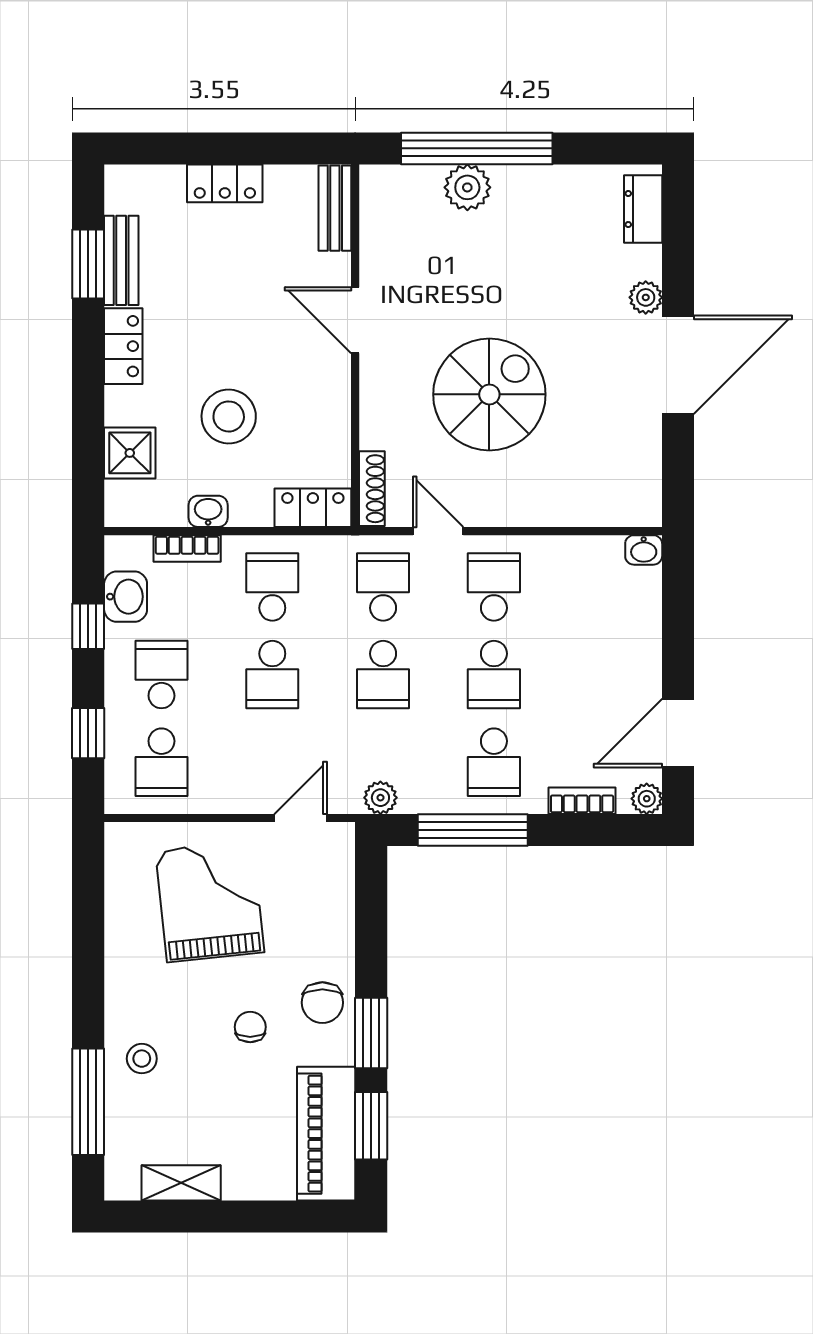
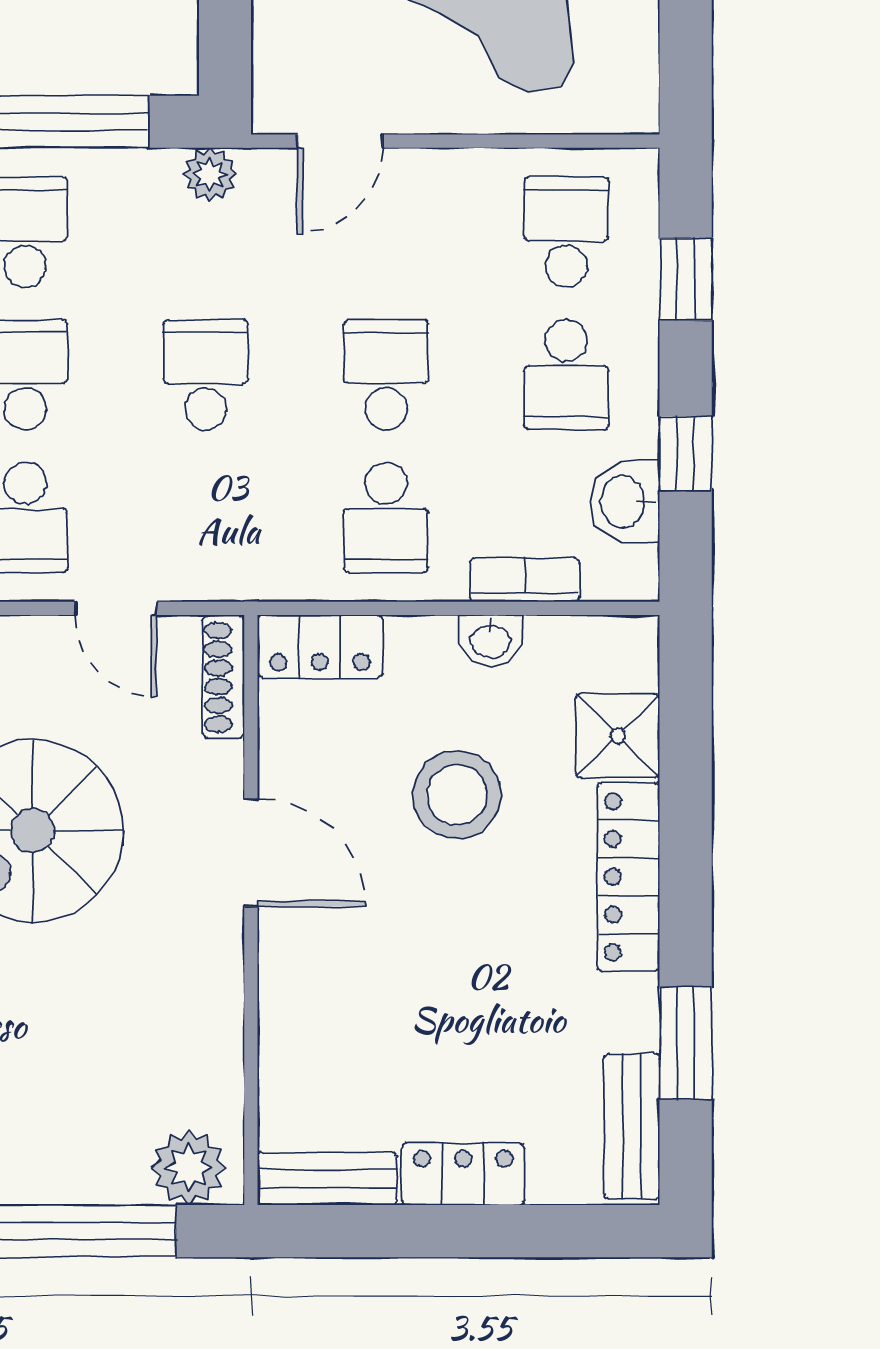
plant: (467, 187) -> (188, 1168), moved
bench: (335, 208) -> (327, 1179), moved, turned 90
bench: (121, 260) -> (632, 1127), moved
door: (355, 320) -> (251, 853), moved
locker: (123, 346) -> (628, 877), width x1.53
school desk: (383, 587) -> (206, 517), removed

